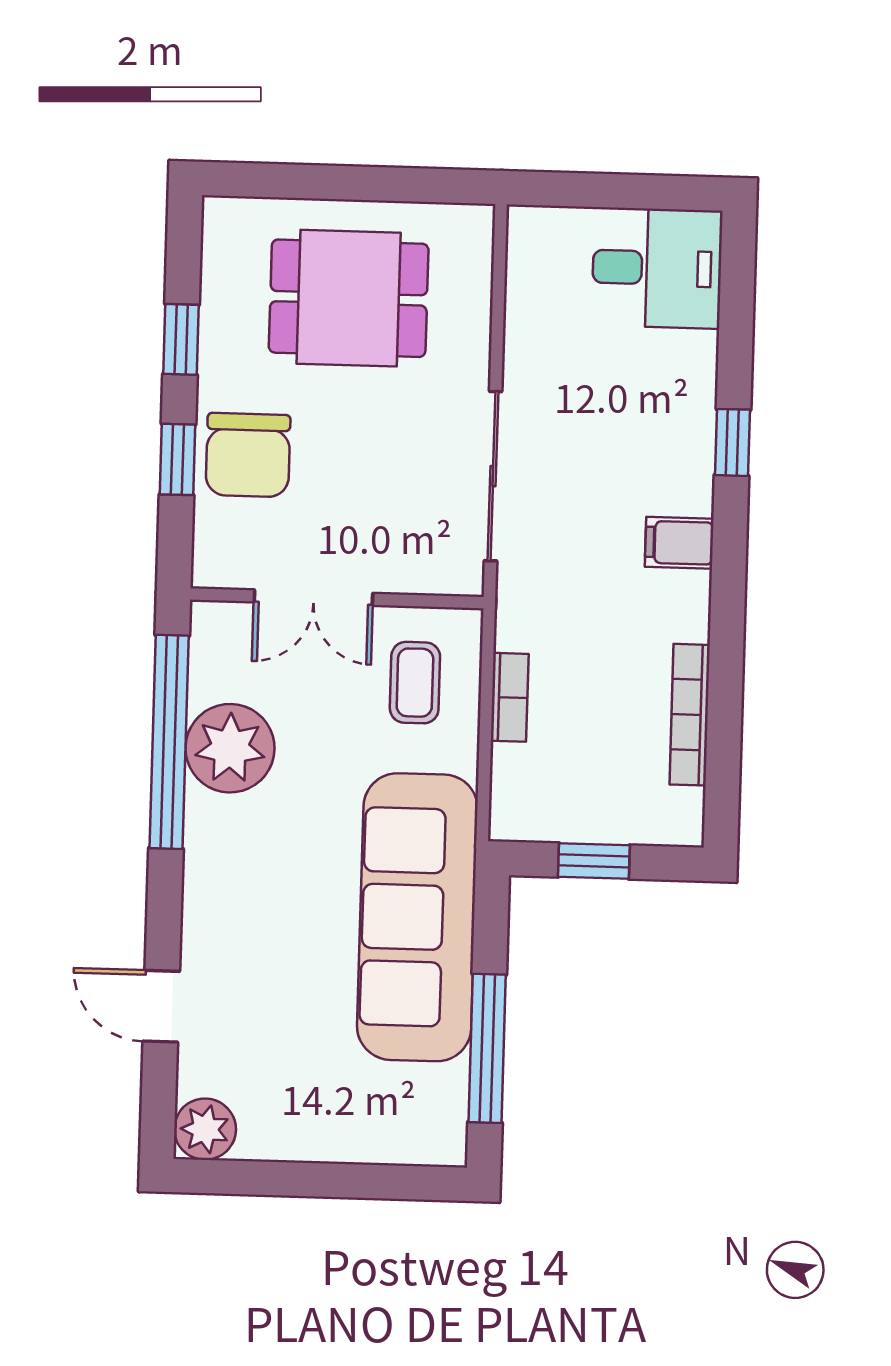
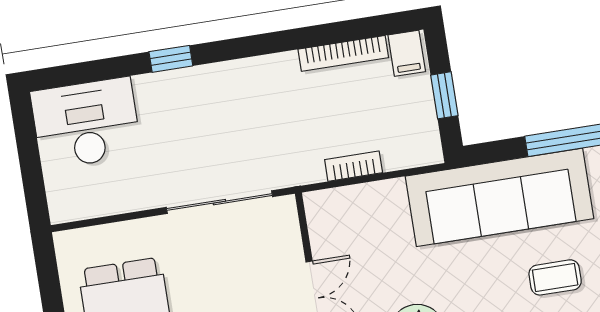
desk: (657, 268) -> (86, 123), width x1.37
filing cabinet: (679, 543) -> (407, 53), moved
coffee table: (415, 683) -> (555, 277), moved

